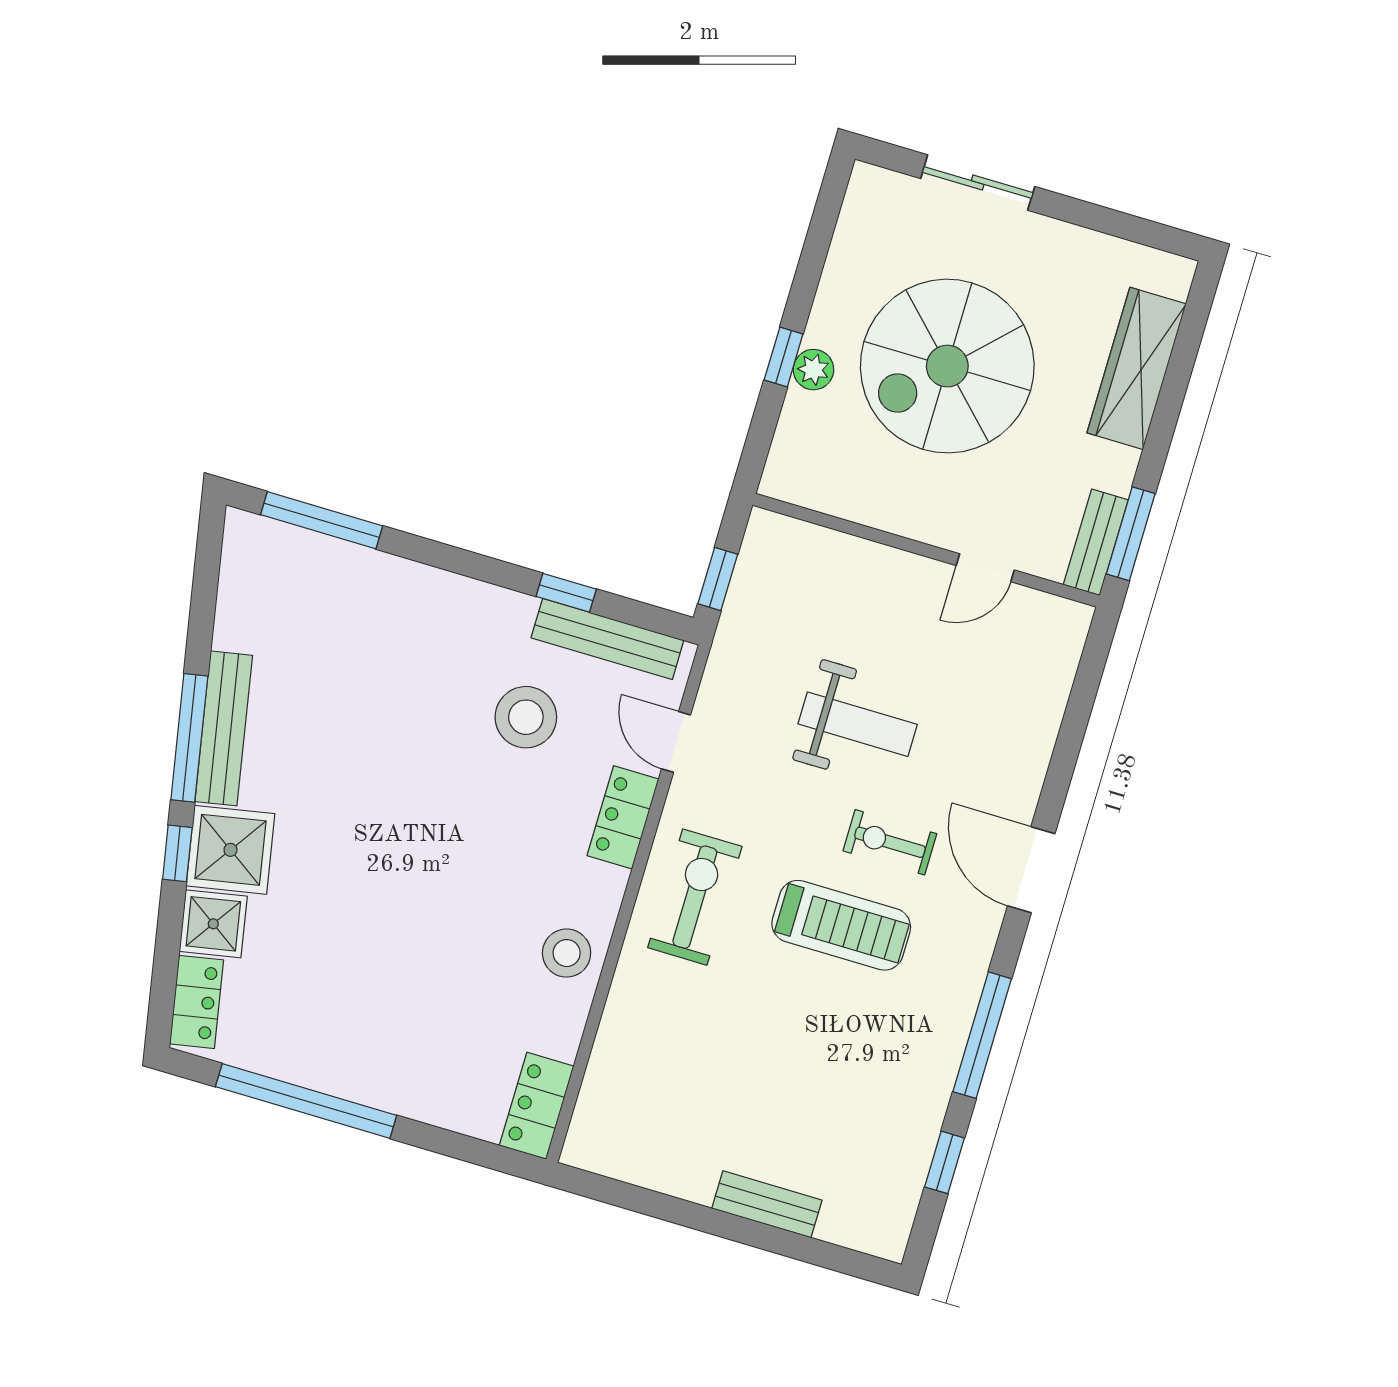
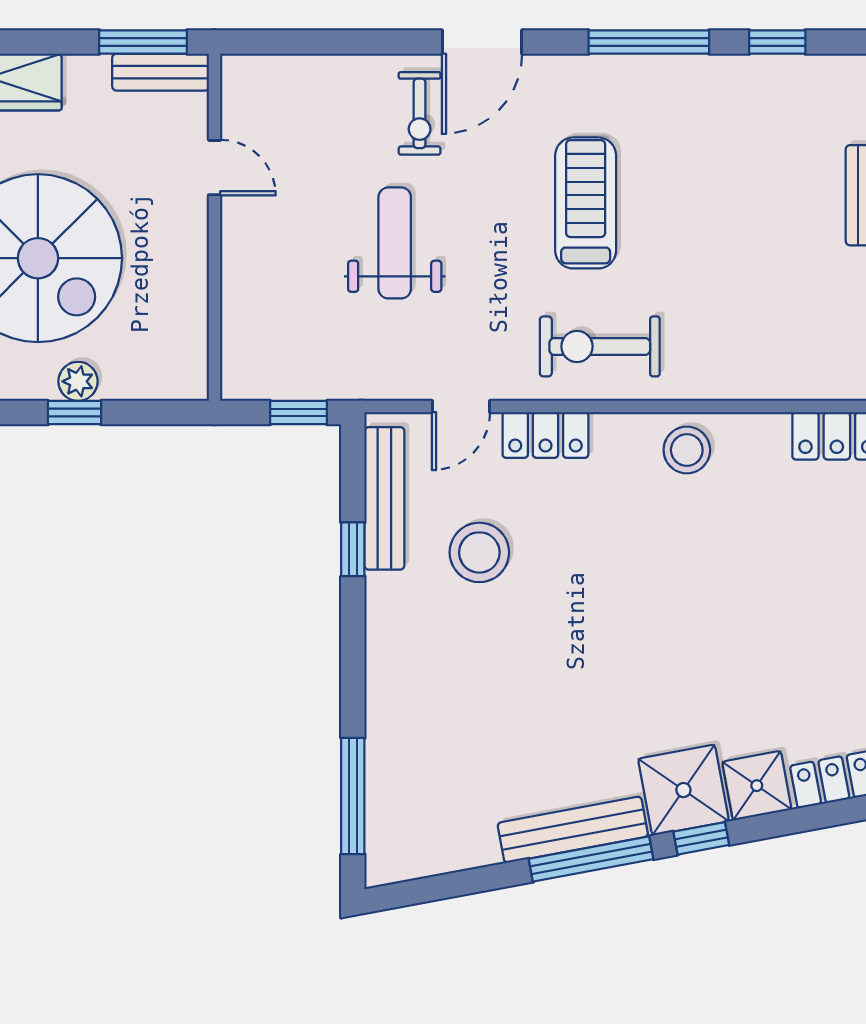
exercise bike: (890, 842) -> (420, 113), moved

